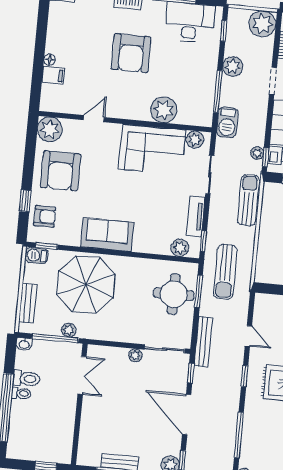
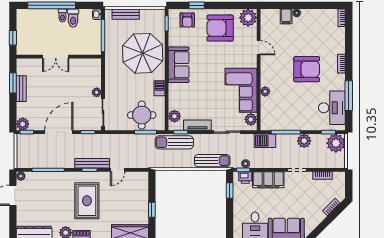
plant: (262, 24) -> (336, 143), moved
armchair: (131, 53) -> (307, 69), turned 180
plant: (164, 110) -> (265, 91), width x0.53, depth x0.53
barbecue: (37, 255) -> (159, 88), moved
sun lounger: (225, 272) -> (174, 142), moved
plant: (69, 330) -> (110, 44), removed
bench: (203, 342) -> (92, 163), moved
double door: (82, 375) -> (56, 57), moved

